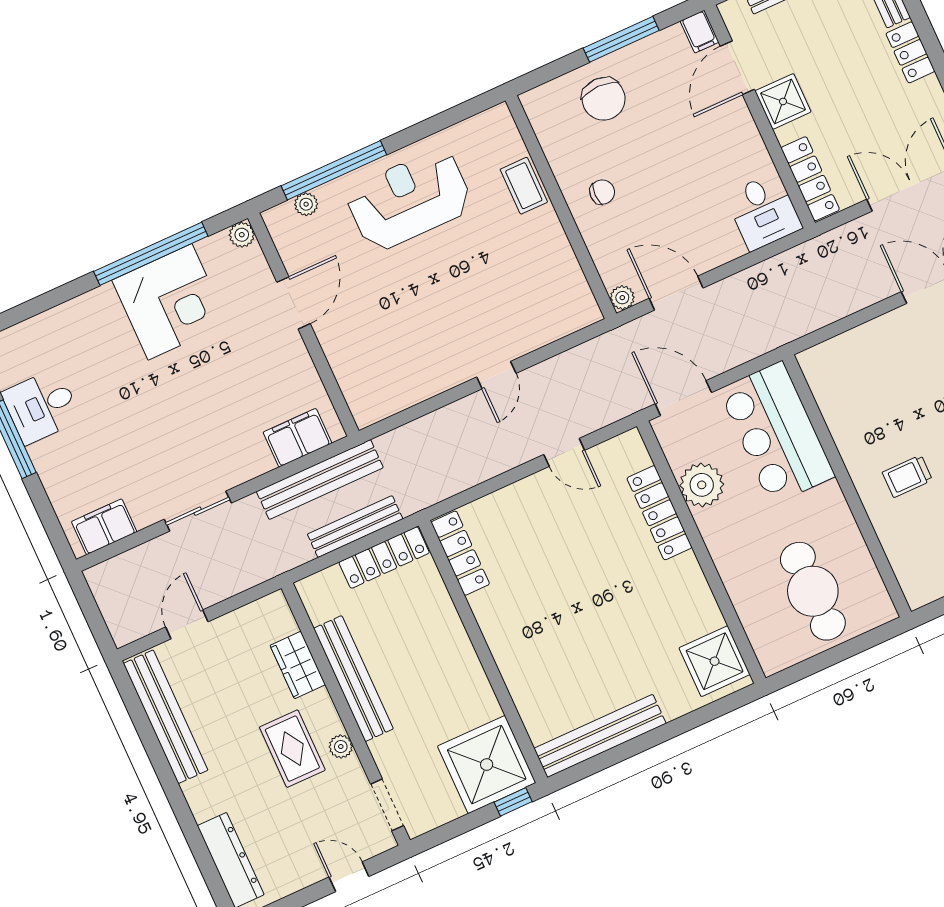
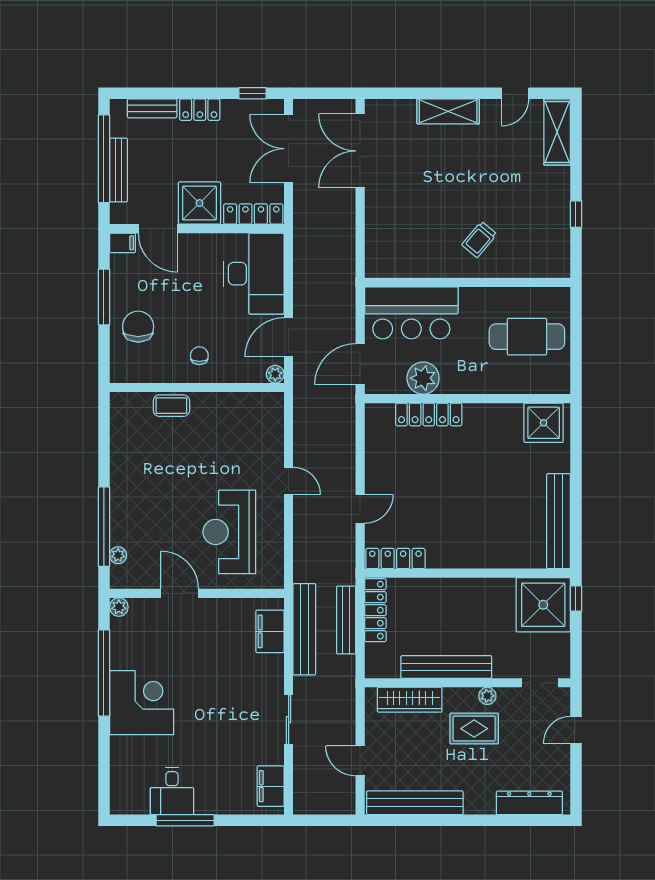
chair: (604, 99) -> (138, 327), turned -90
shower: (783, 101) -> (199, 203), width x1.36, depth x1.36
reception desk: (409, 200) -> (229, 532), moved
desk: (764, 211) -> (254, 274), width x1.87, depth x1.30
corner desk: (170, 302) -> (142, 703), moved
door: (564, 452) -> (360, 509), moved
trolley: (907, 476) -> (479, 239), turned 40
wardrobe: (298, 665) -> (410, 700), width x1.50

